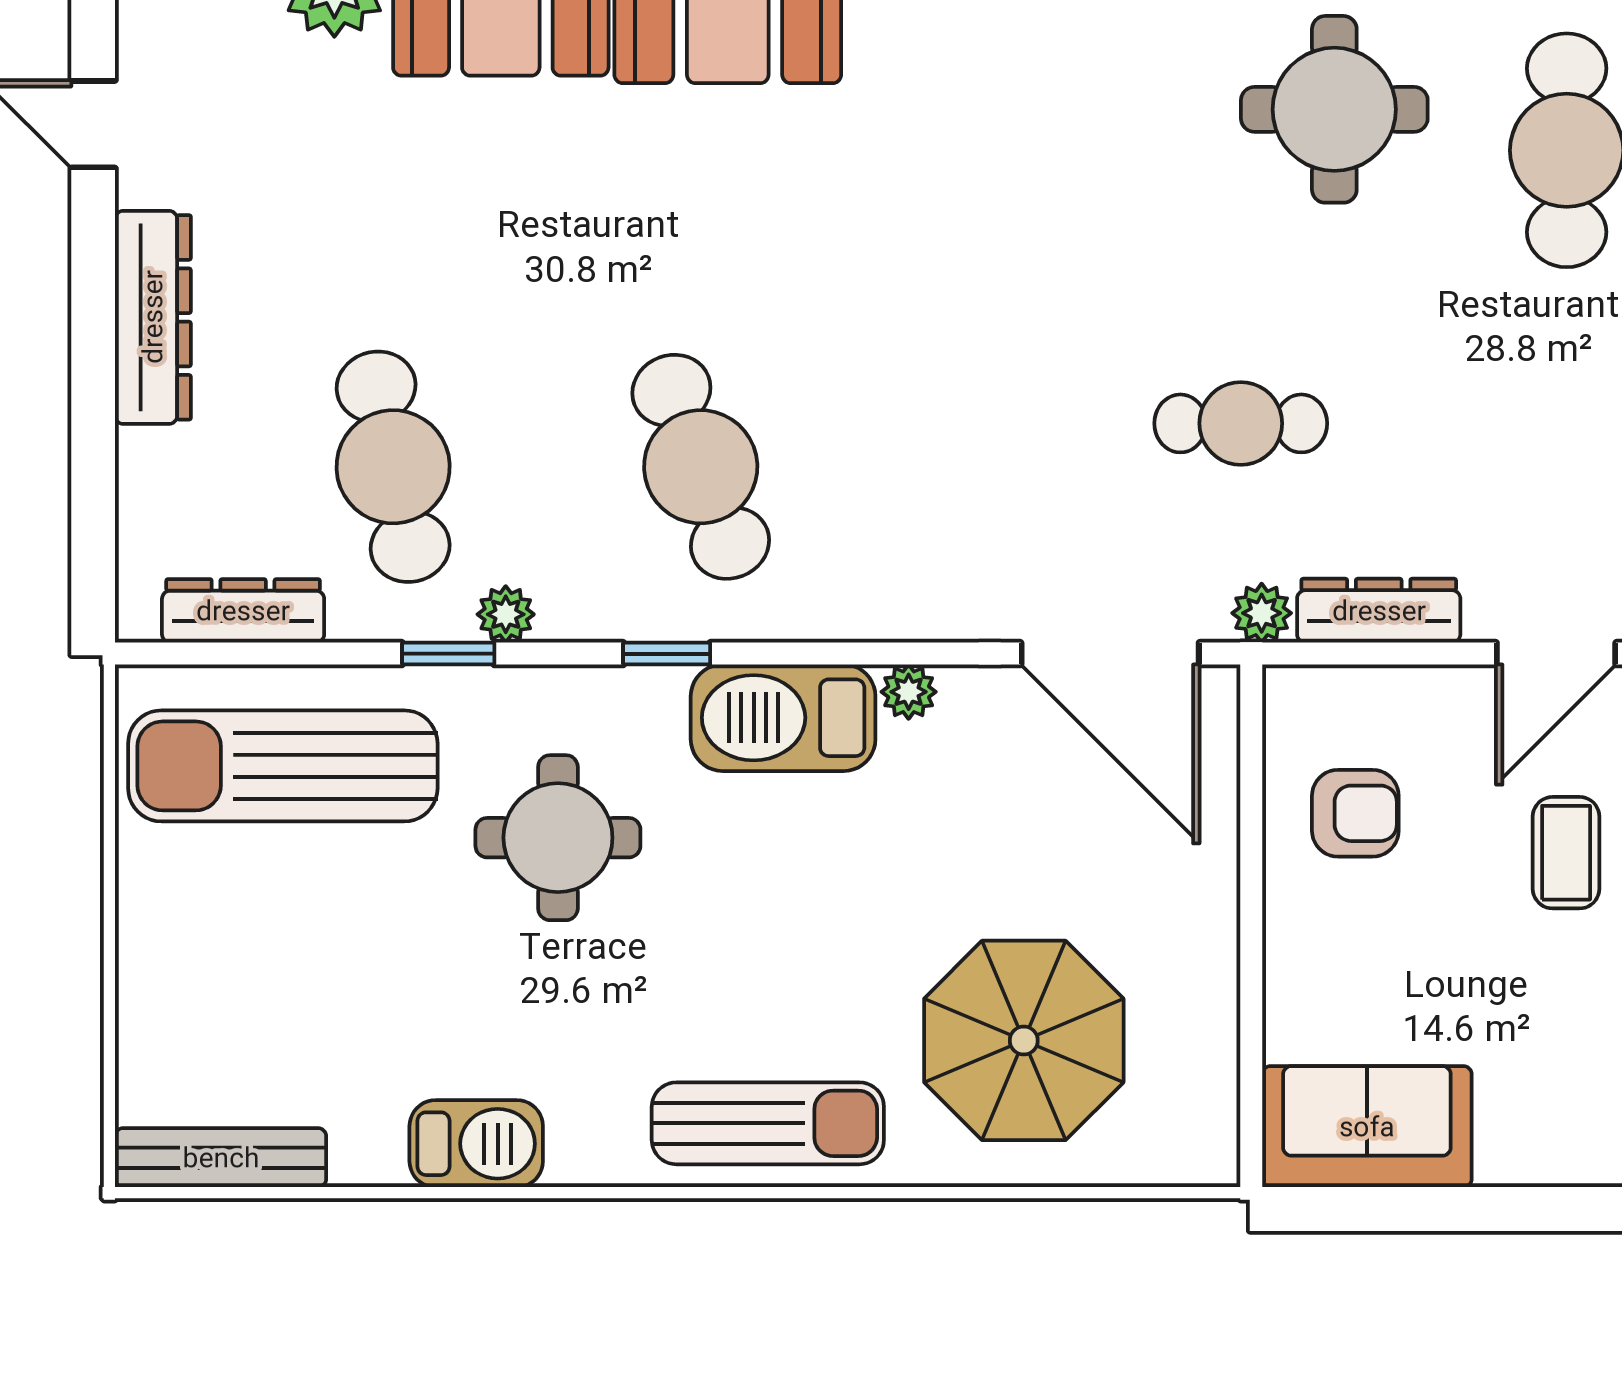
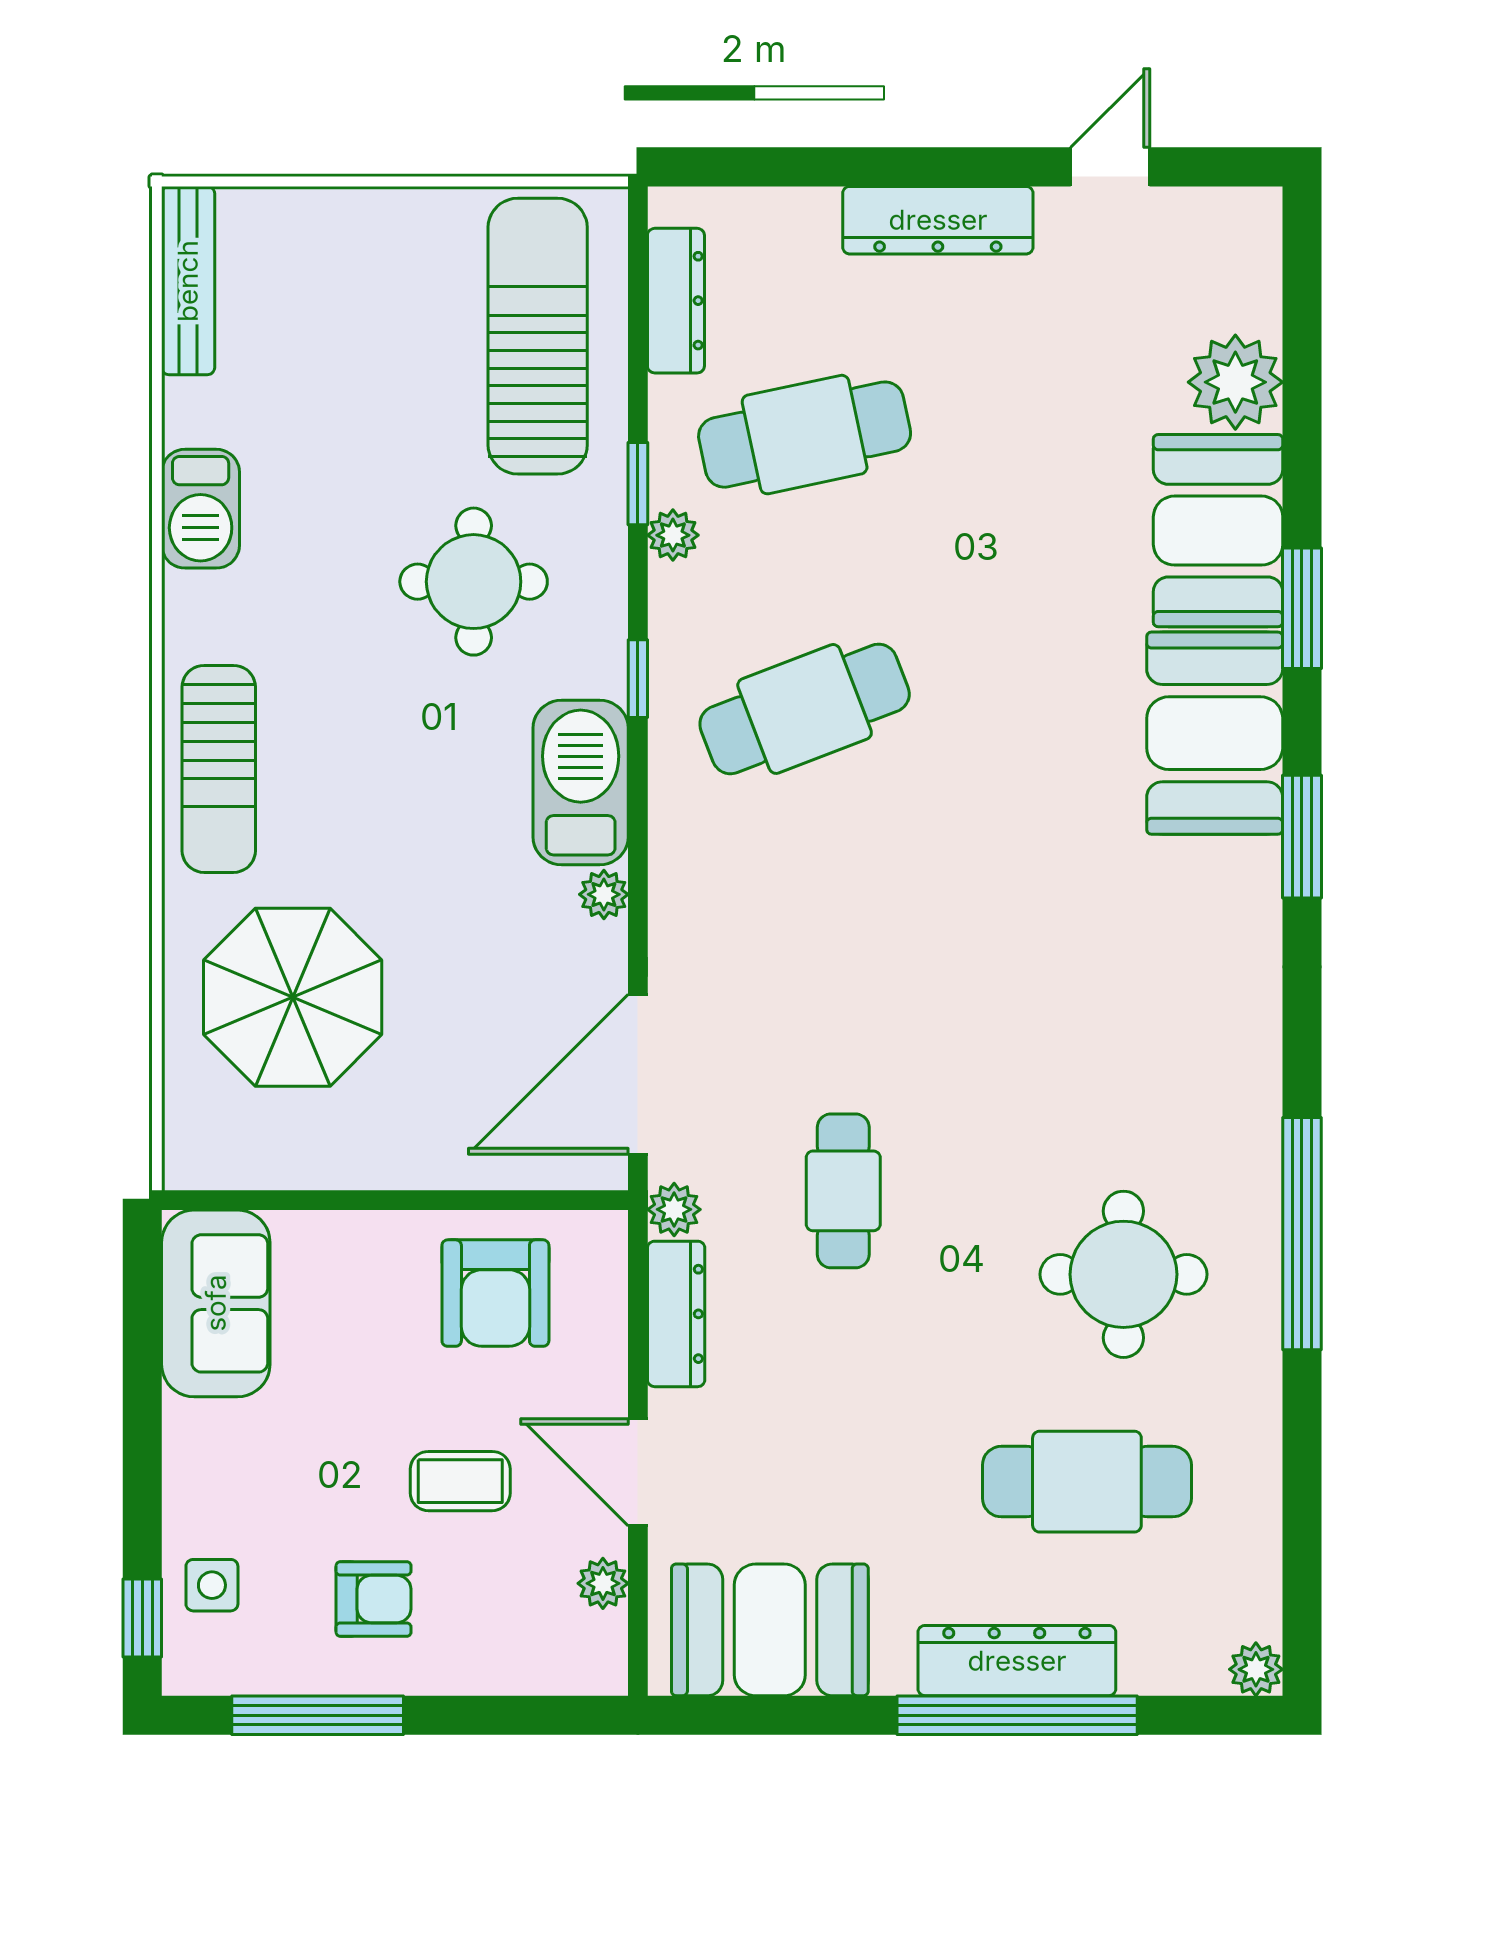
armchair: (1355, 813) -> (495, 1293), width x1.38, depth x1.38

